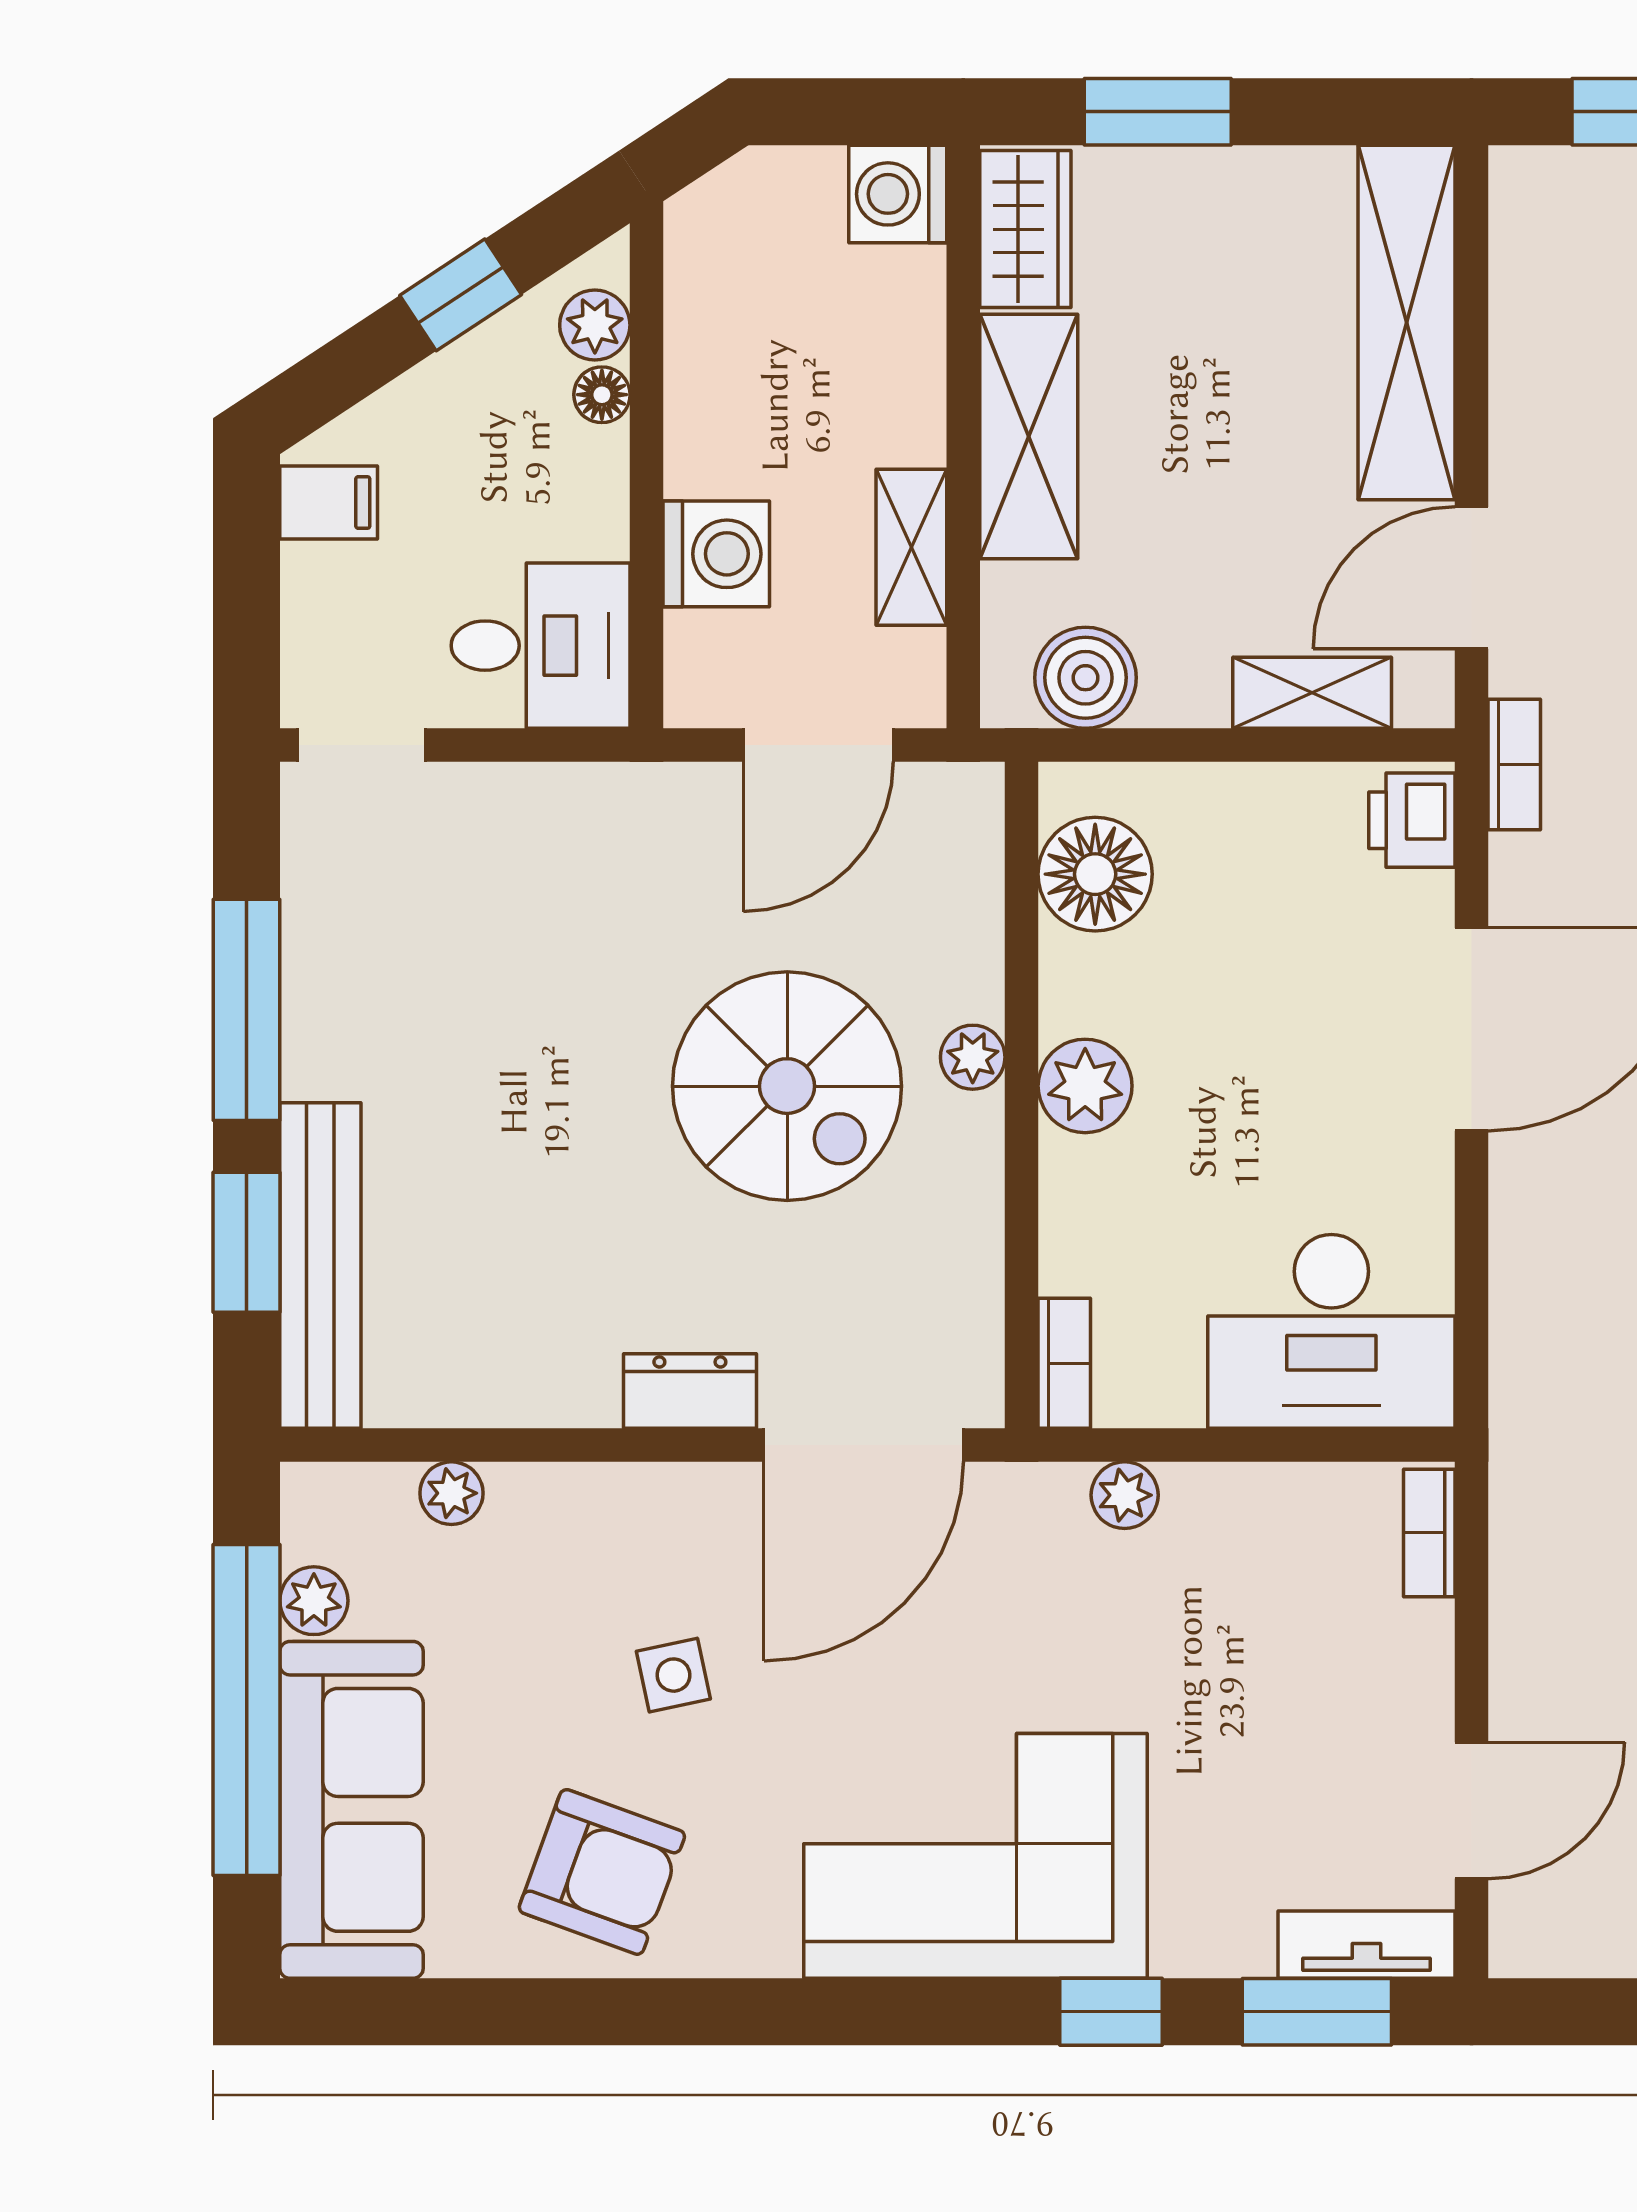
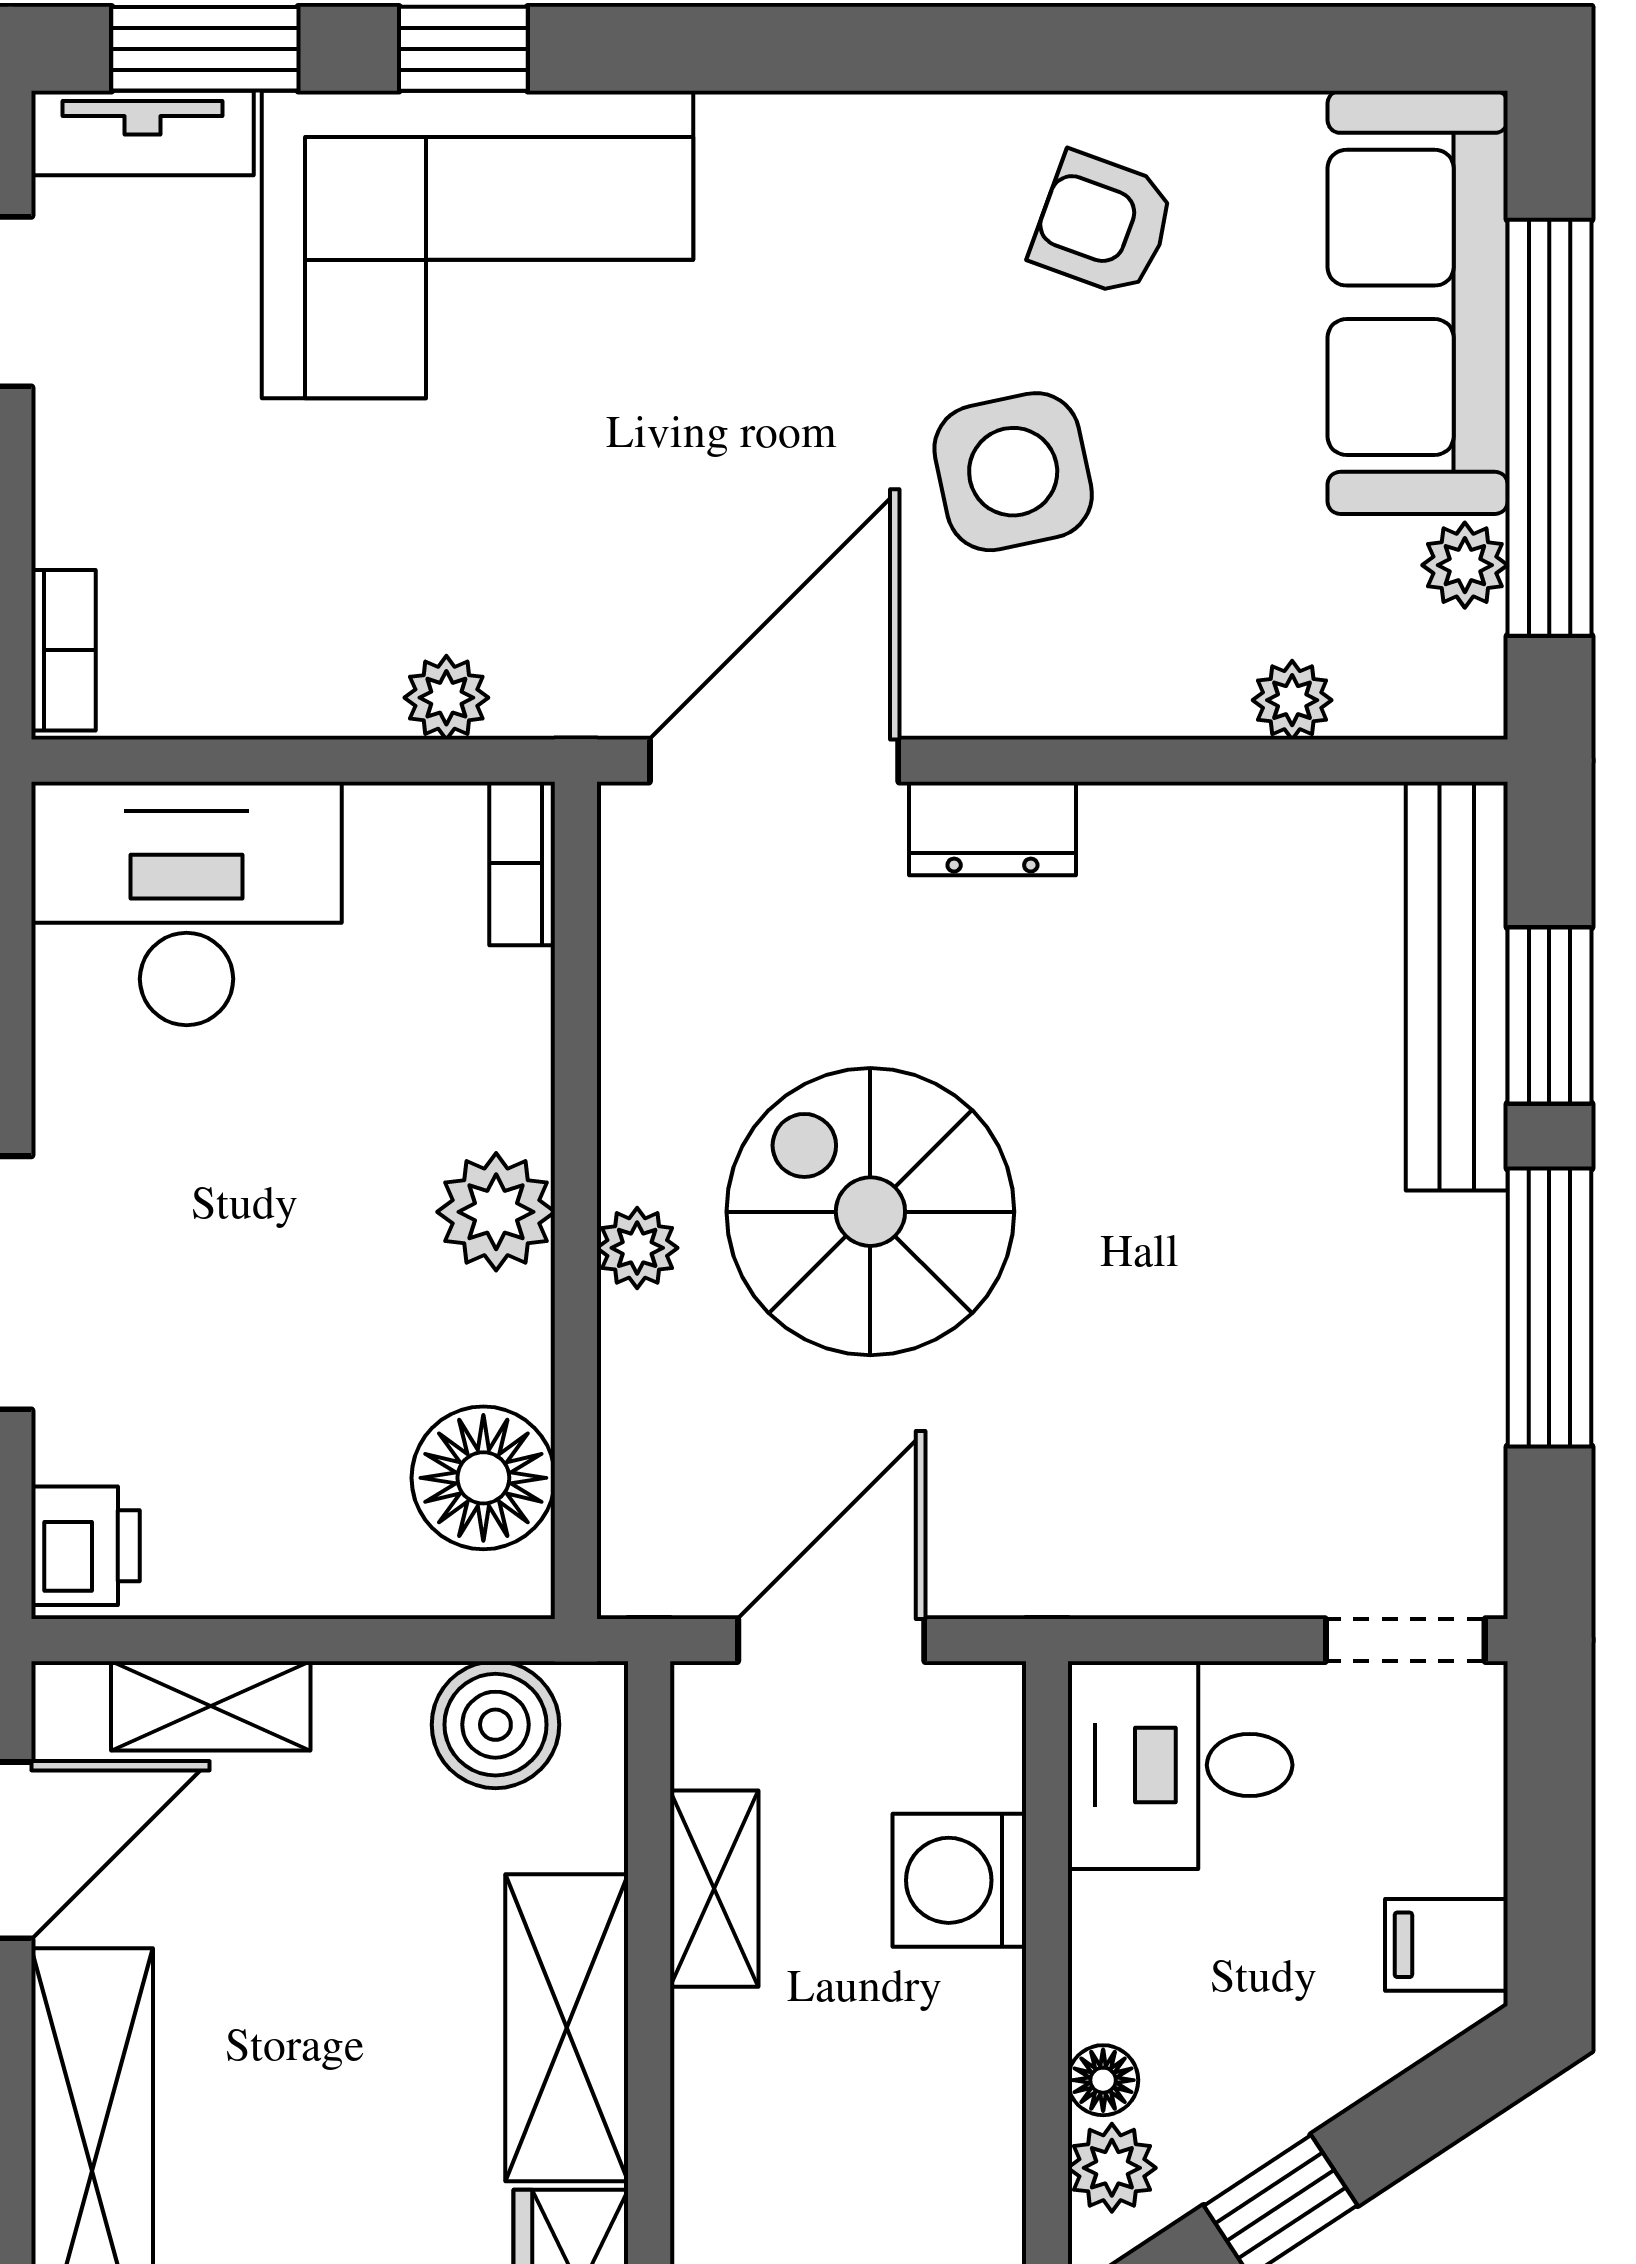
side table: (673, 1675) -> (1013, 472), width x1.87, depth x1.87
corner sofa: (975, 1856) -> (478, 244), moved
armchair: (602, 1872) -> (1103, 224), width x0.72, depth x0.72

